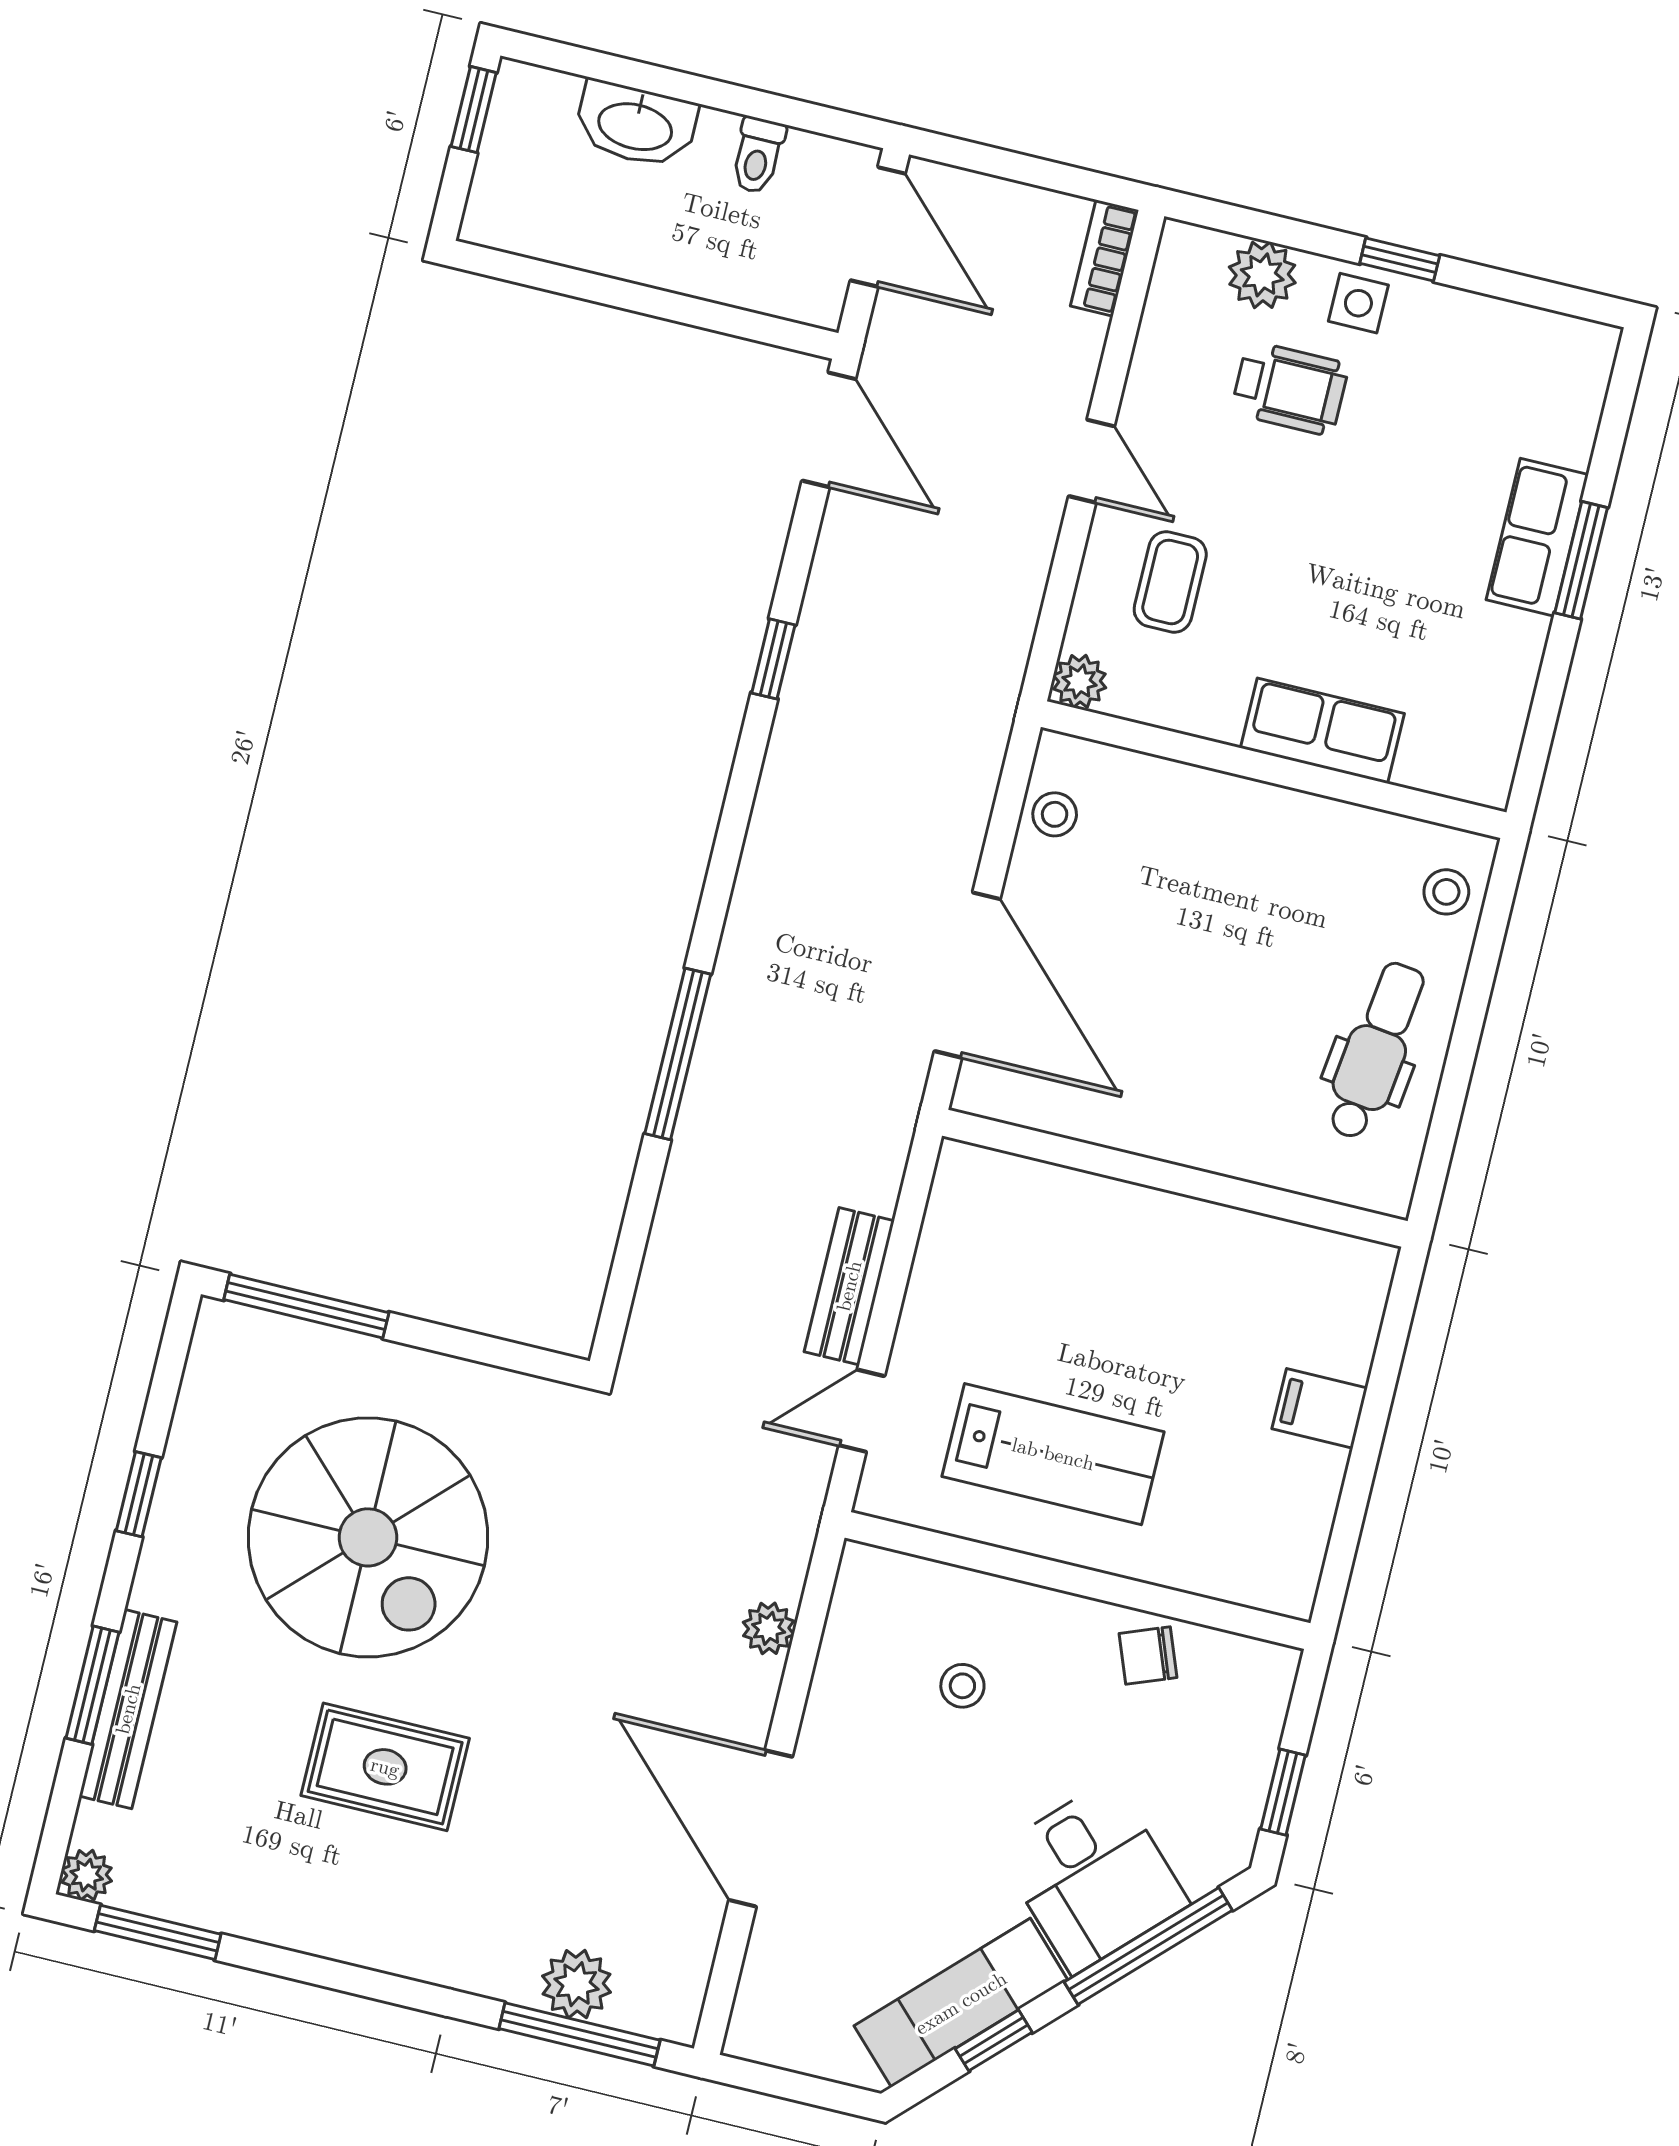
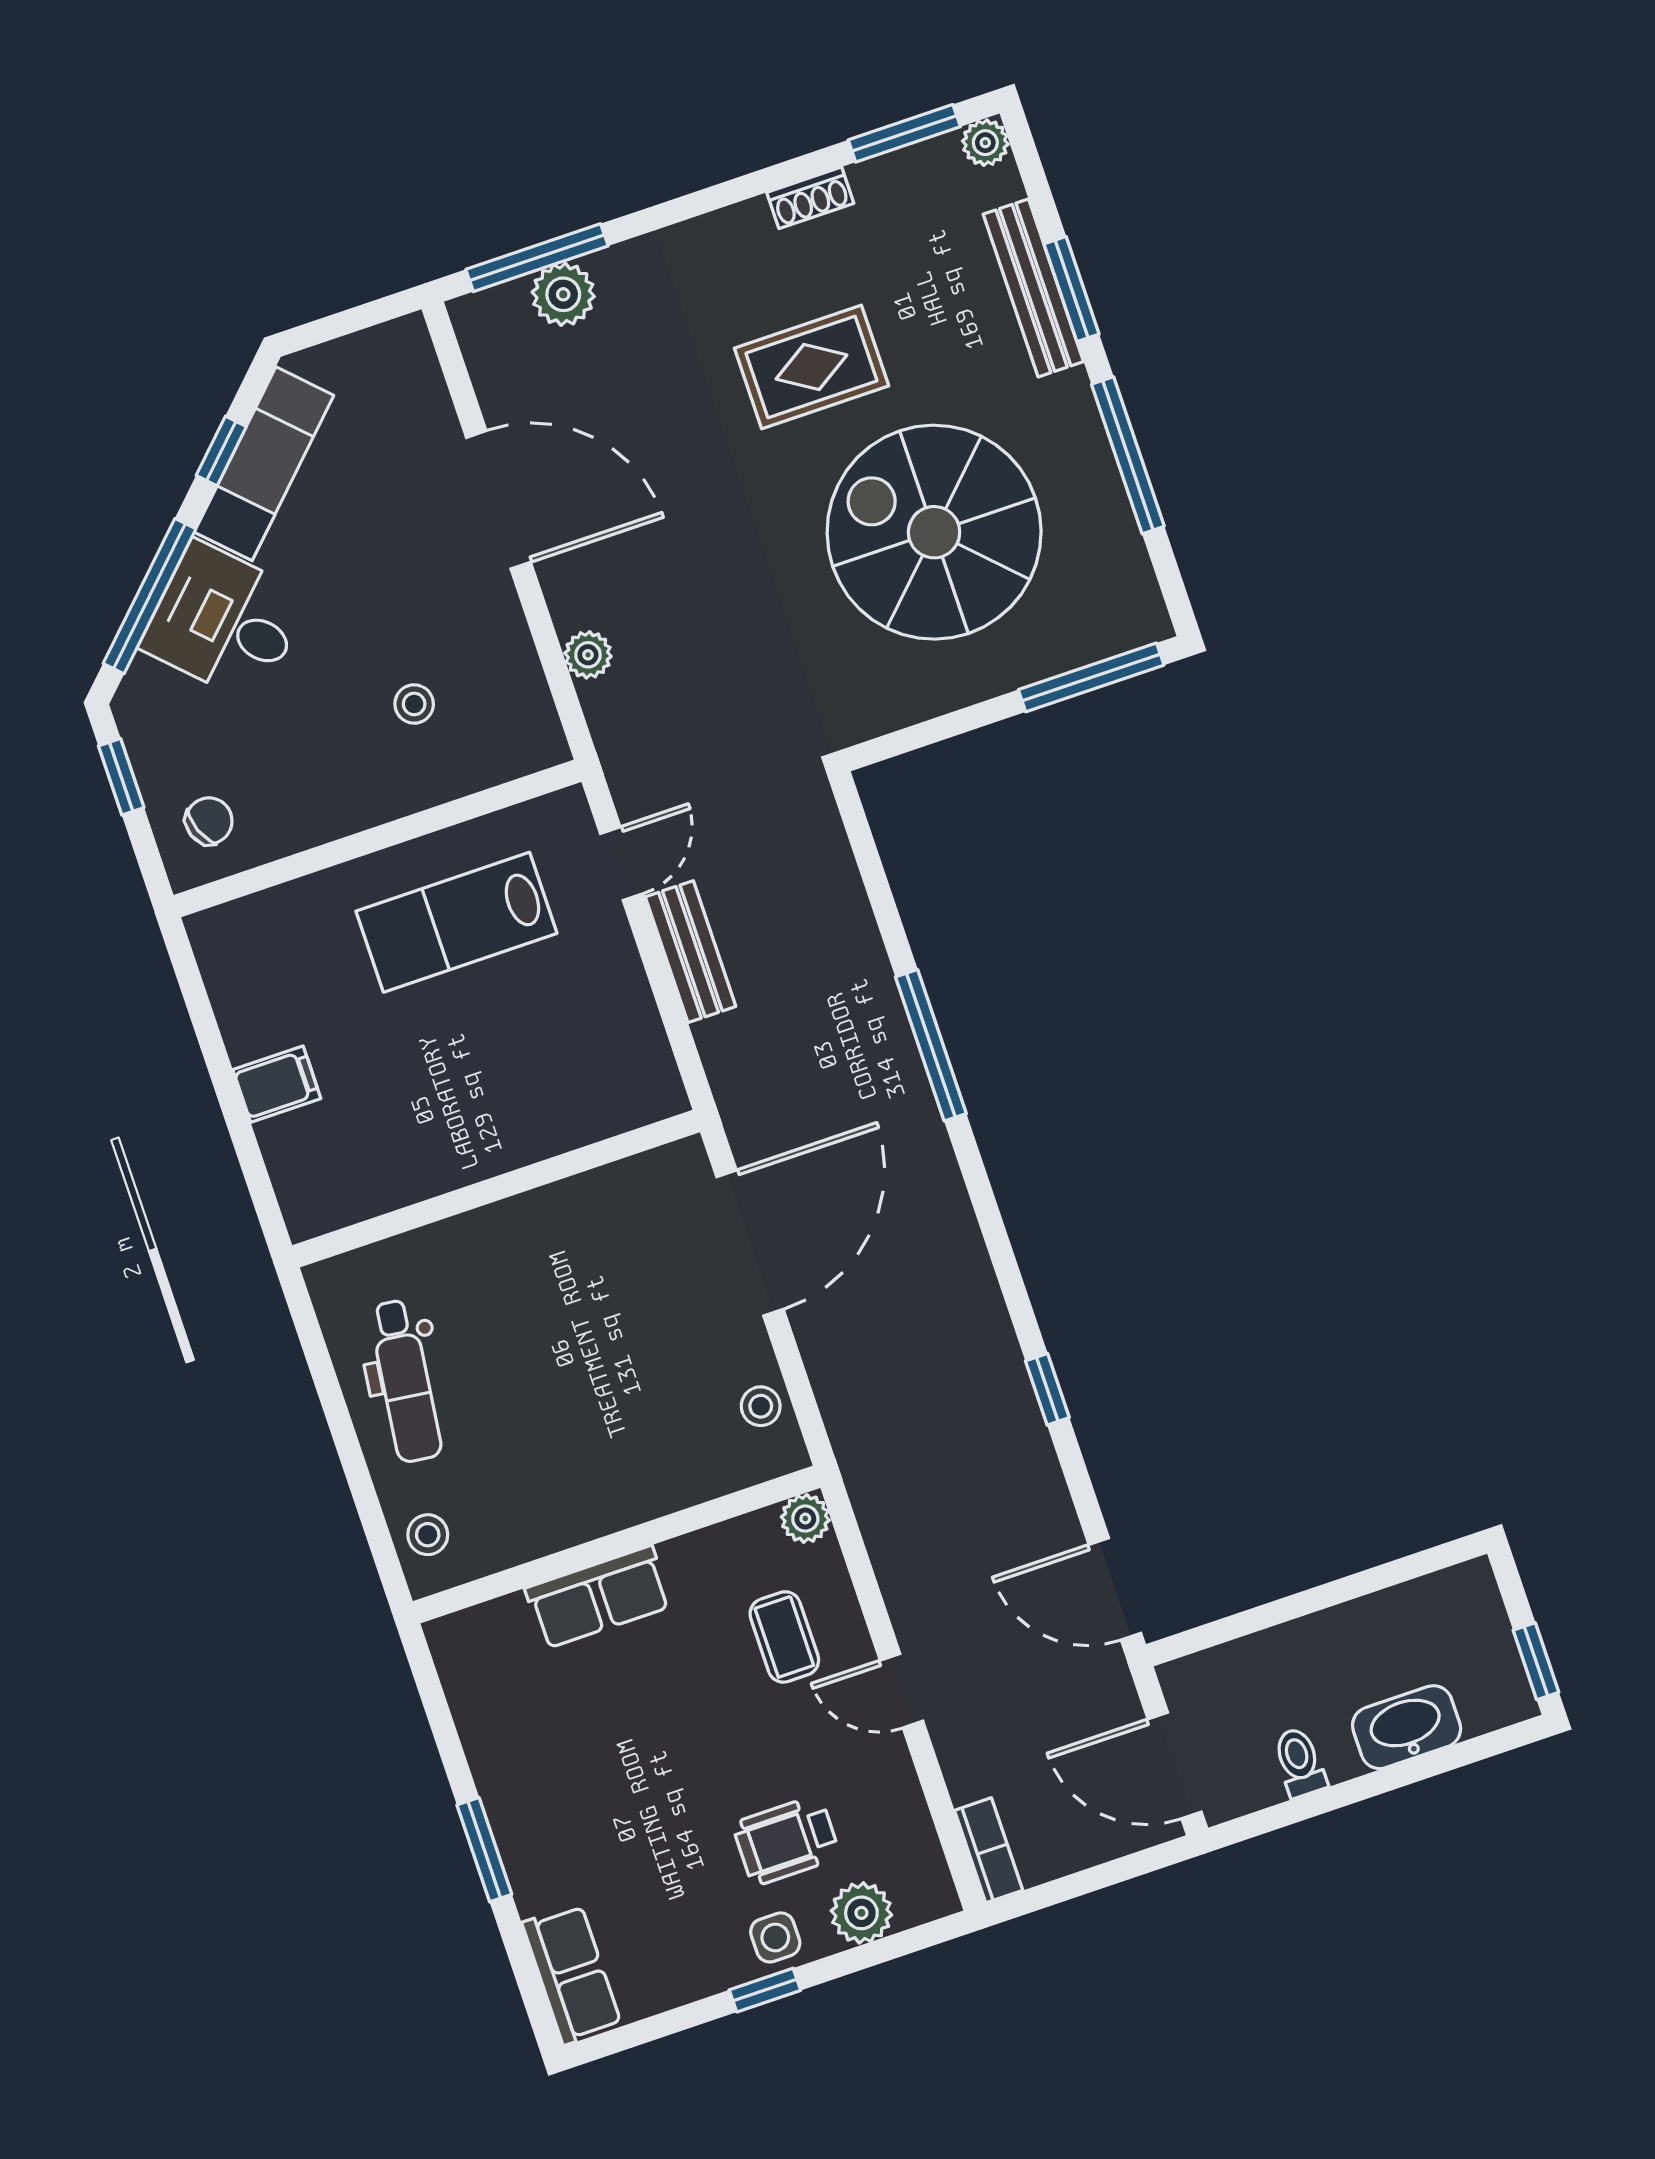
row of seats: (1537, 537) -> (572, 1974), moved
door: (967, 975) -> (750, 1243), swing flipped
window: (139, 1494) -> (1128, 455), width x2.17
chair: (1148, 1655) -> (209, 821), moved
shoe rack: (285, 1928) -> (810, 198), added

